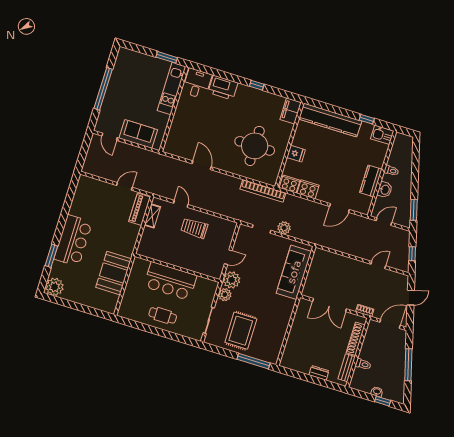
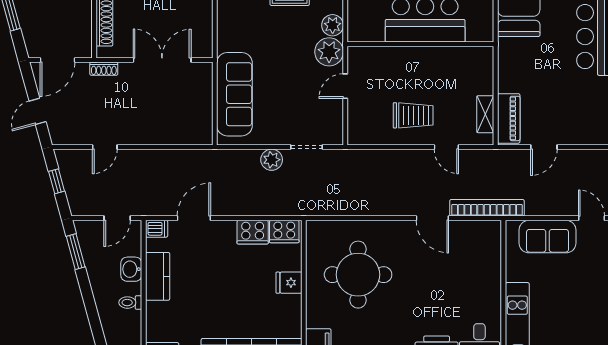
bookcase: (263, 191) -> (487, 208), moved
dishwasher: (363, 208) -> (157, 229), added

